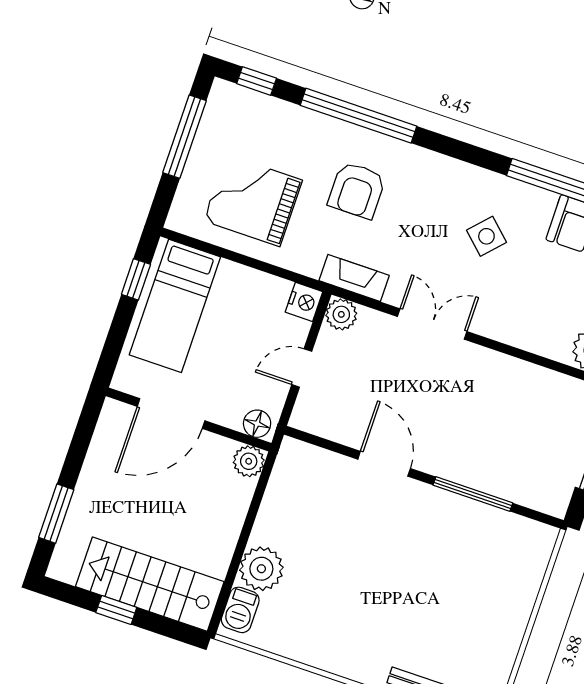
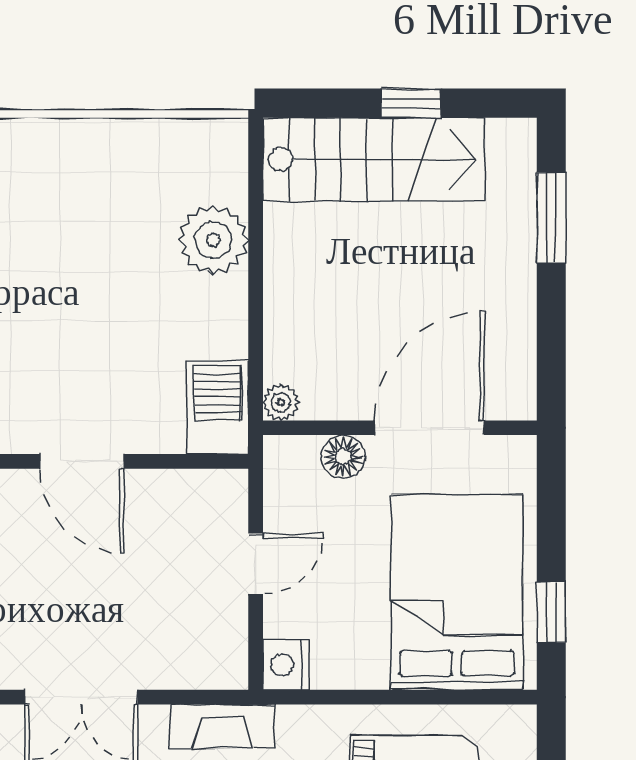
bed: (175, 306) -> (457, 592), width x1.50
plant: (341, 314) -> (223, 665), removed
floor lamp: (257, 424) -> (343, 457), moved
plant: (249, 461) -> (281, 402), width x0.73, depth x0.73
barbecue: (240, 610) -> (218, 407), moved, width x1.38, depth x1.27

